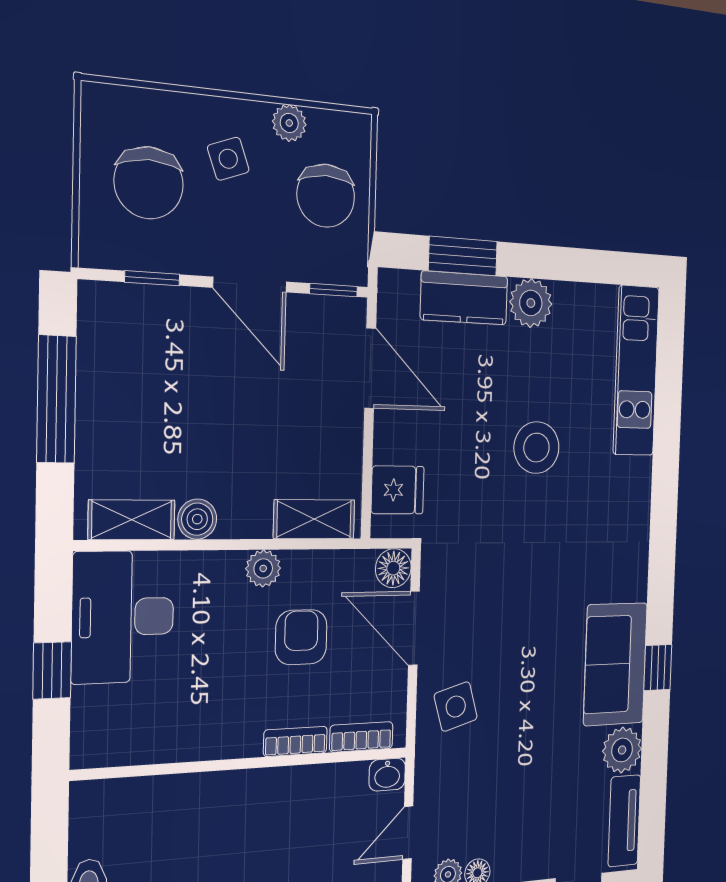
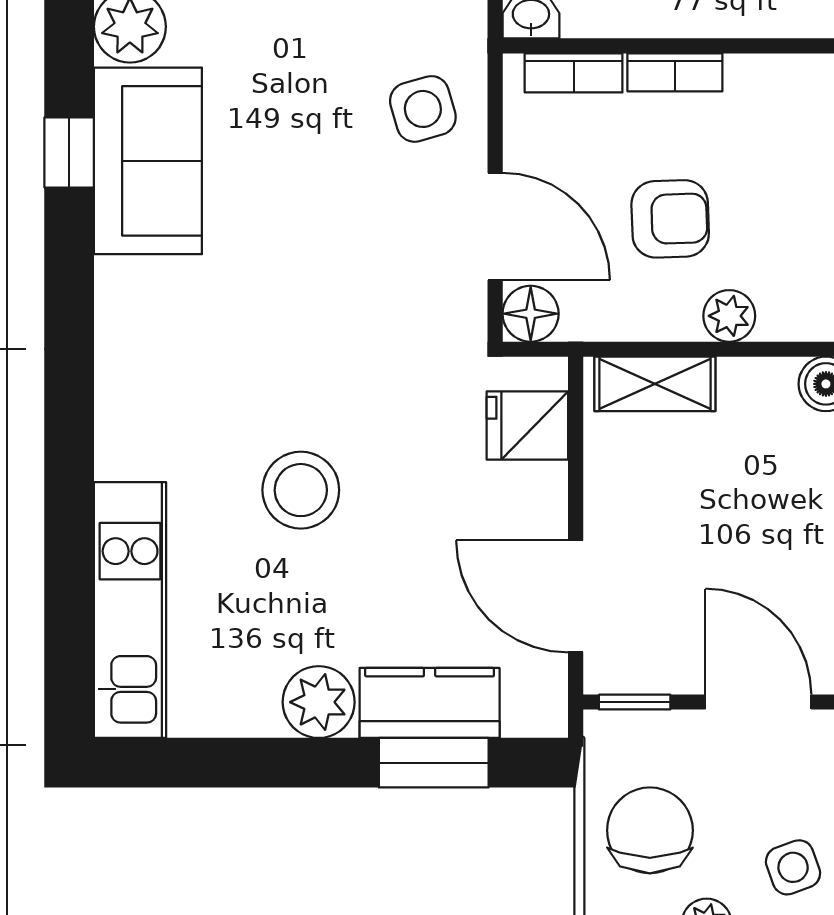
armchair: (301, 637) -> (670, 219), turned -92

